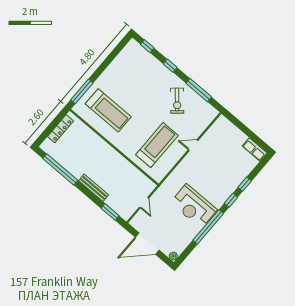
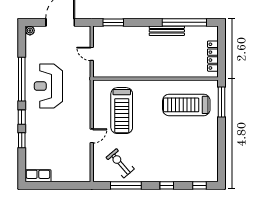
exercise bike: (177, 101) -> (120, 163), moved
bench: (94, 188) -> (167, 31), moved
reception desk: (194, 206) -> (48, 86), turned -90

